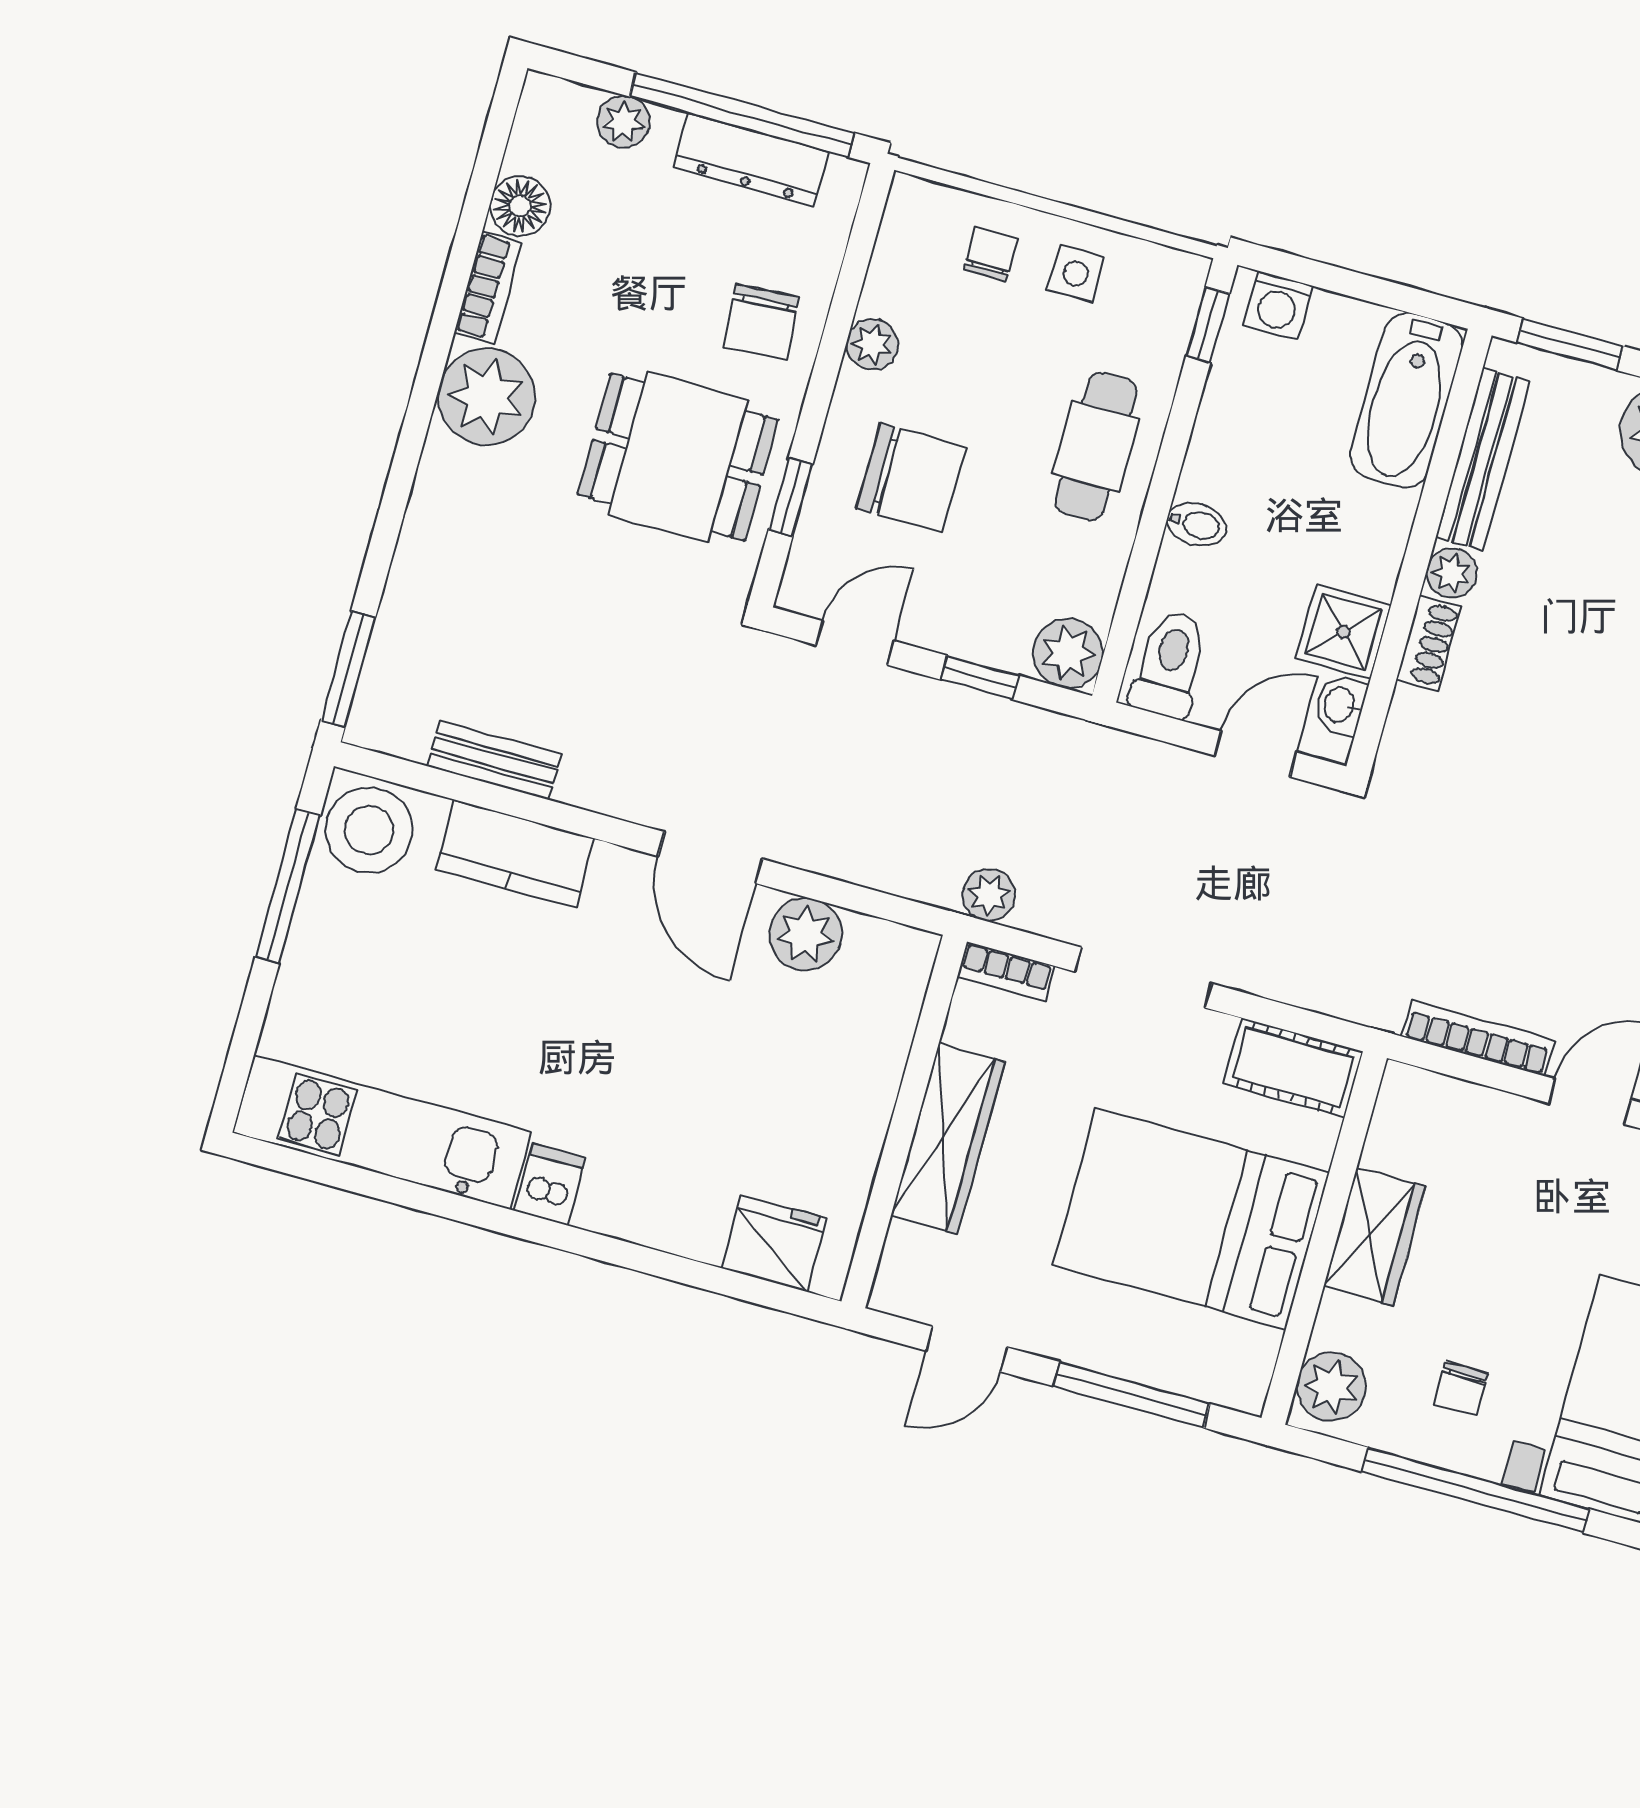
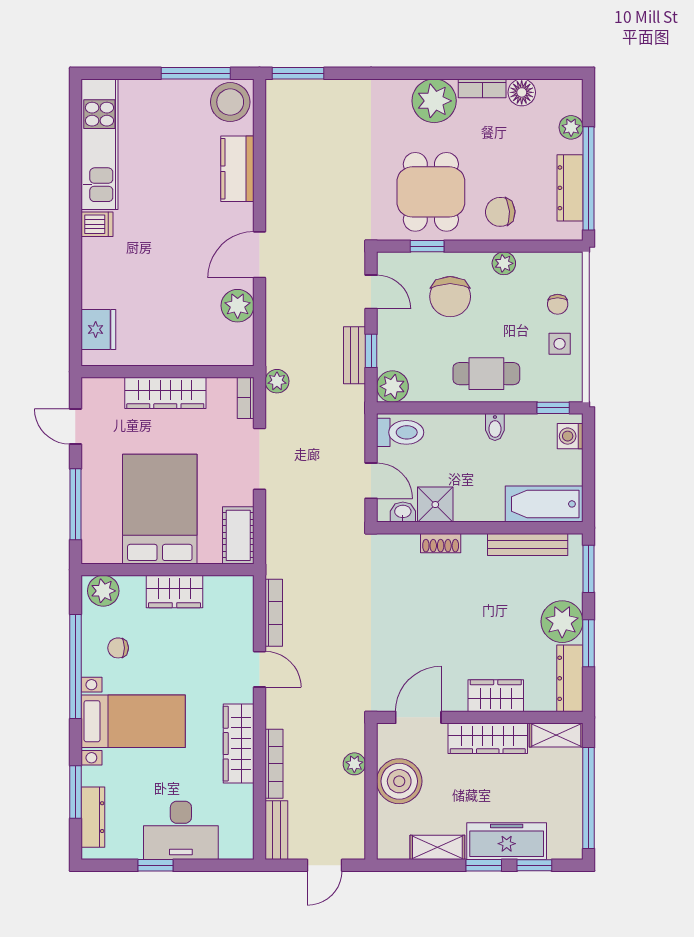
chair: (991, 255) -> (558, 304), turned 90
bidet: (1196, 524) -> (495, 427), moved
plant: (1452, 573) -> (474, 545), removed
bench: (494, 760) -> (355, 355), moved

